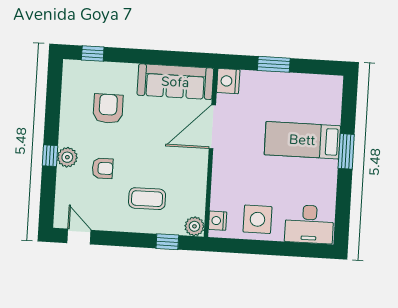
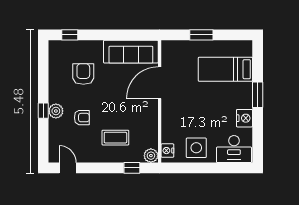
nightstand: (228, 81) -> (244, 118), moved, turned 180
bed: (302, 140) -> (225, 69), moved

